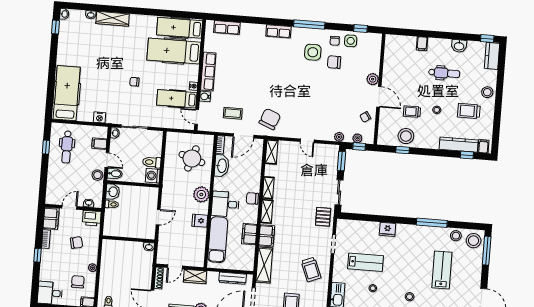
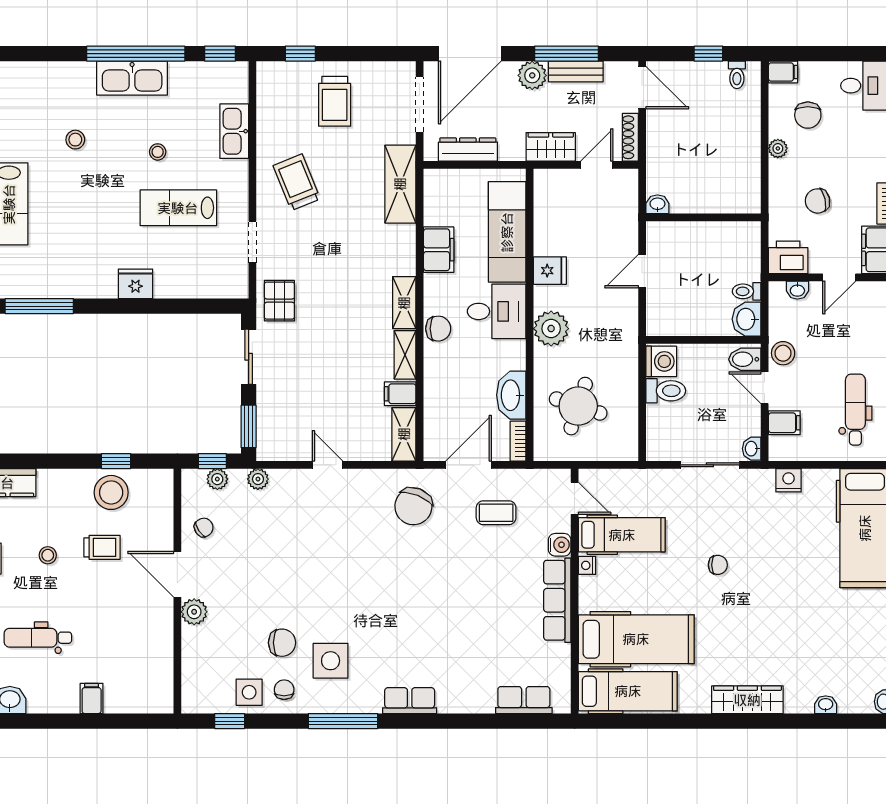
wardrobe: (113, 19) -> (747, 700), moved
filing cabinet: (267, 236) -> (400, 394), moved, width x0.50

